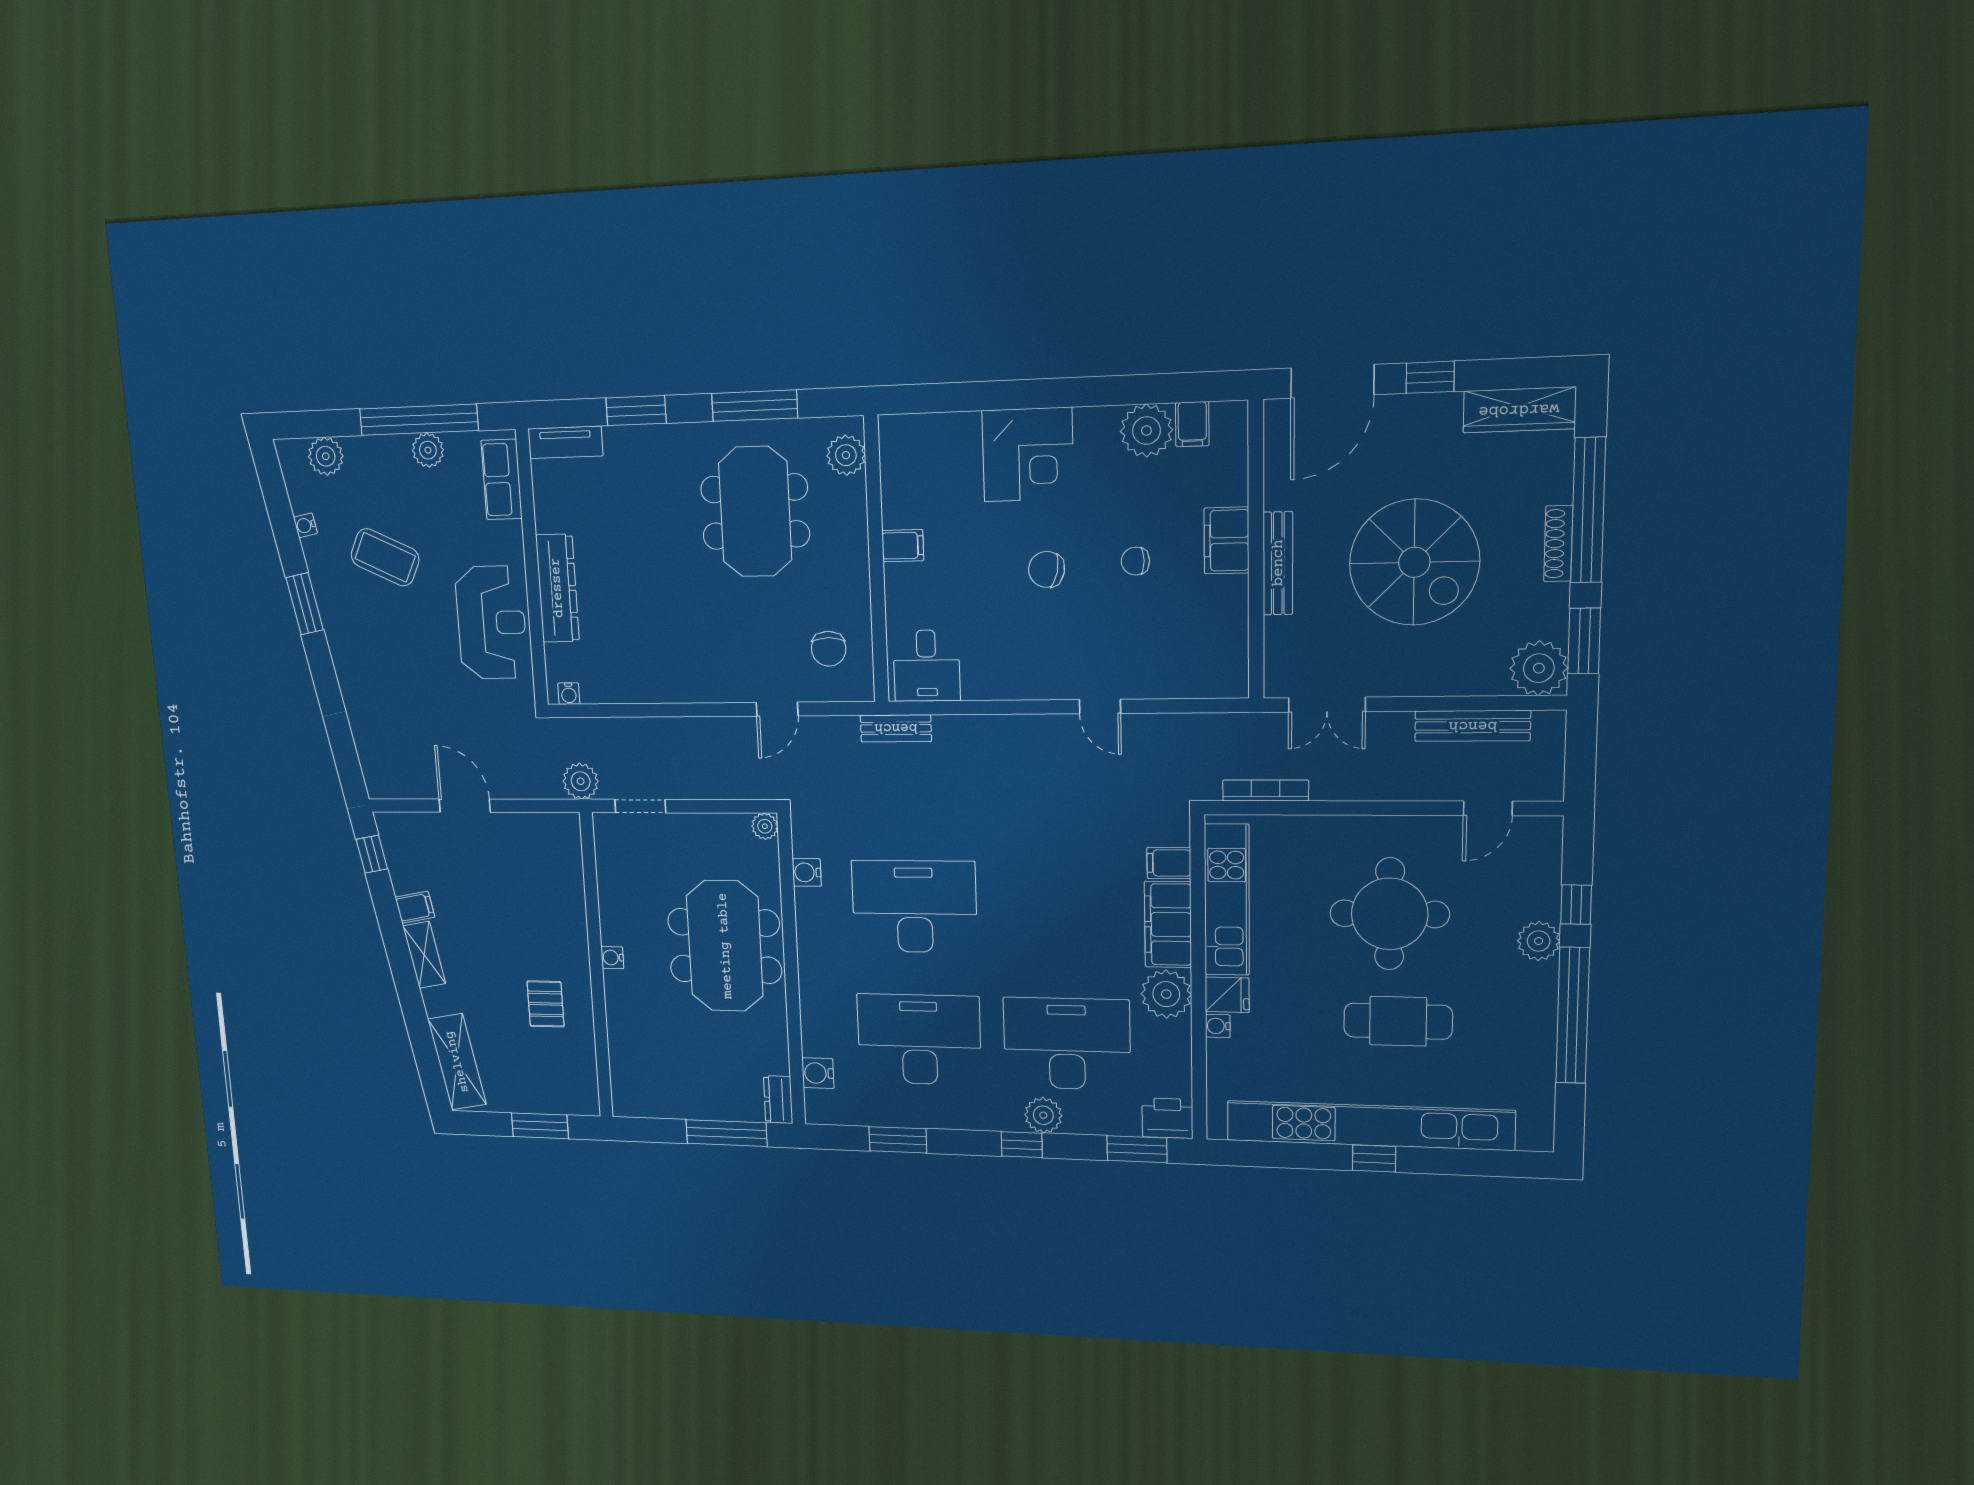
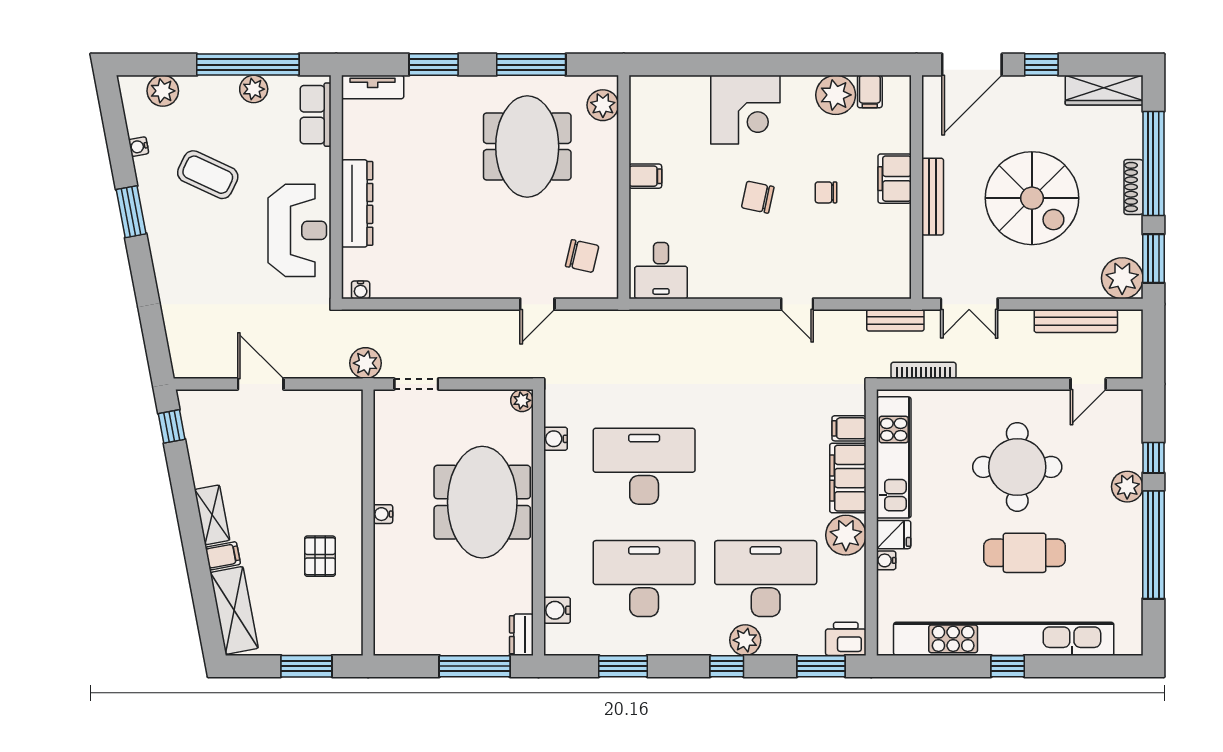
chair: (829, 649) -> (582, 256), turned -77
bench: (896, 728) -> (895, 320), moved
filing cabinet: (415, 907) -> (223, 556), moved

